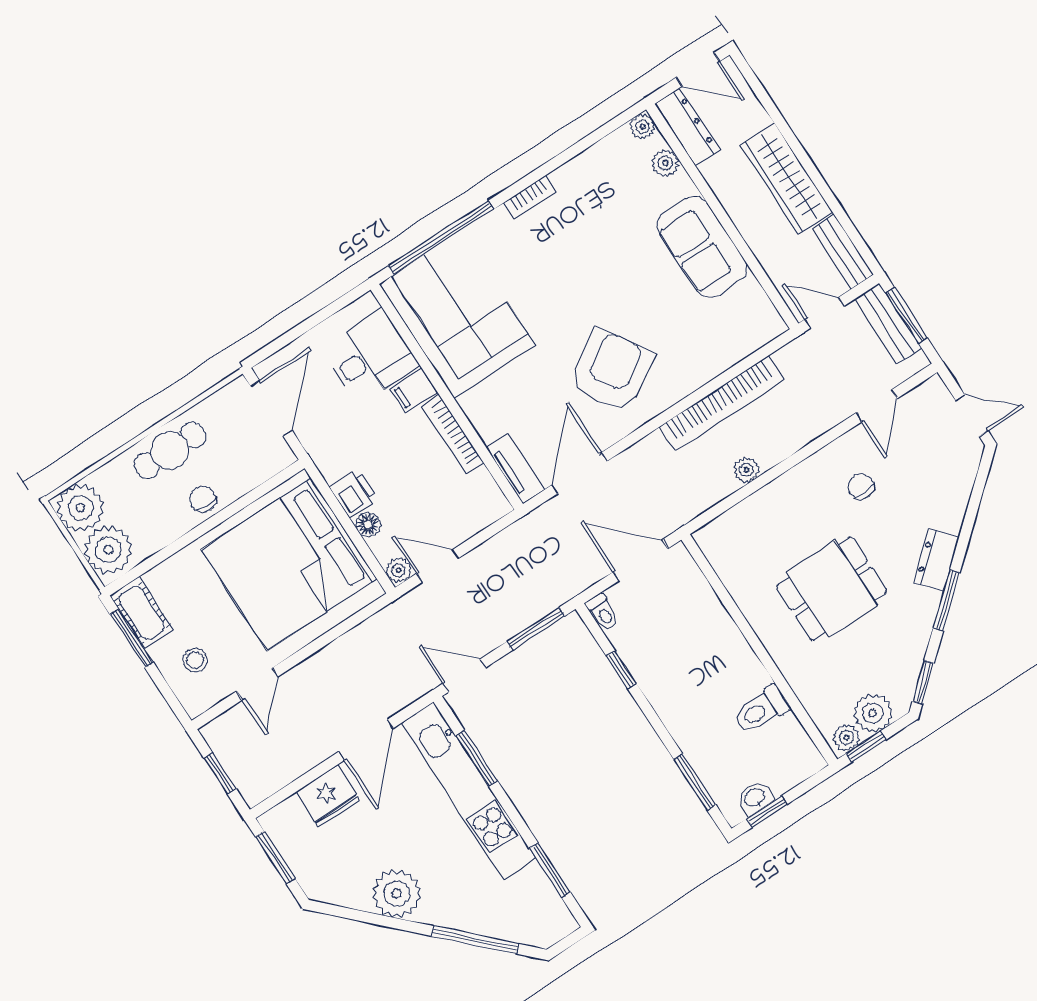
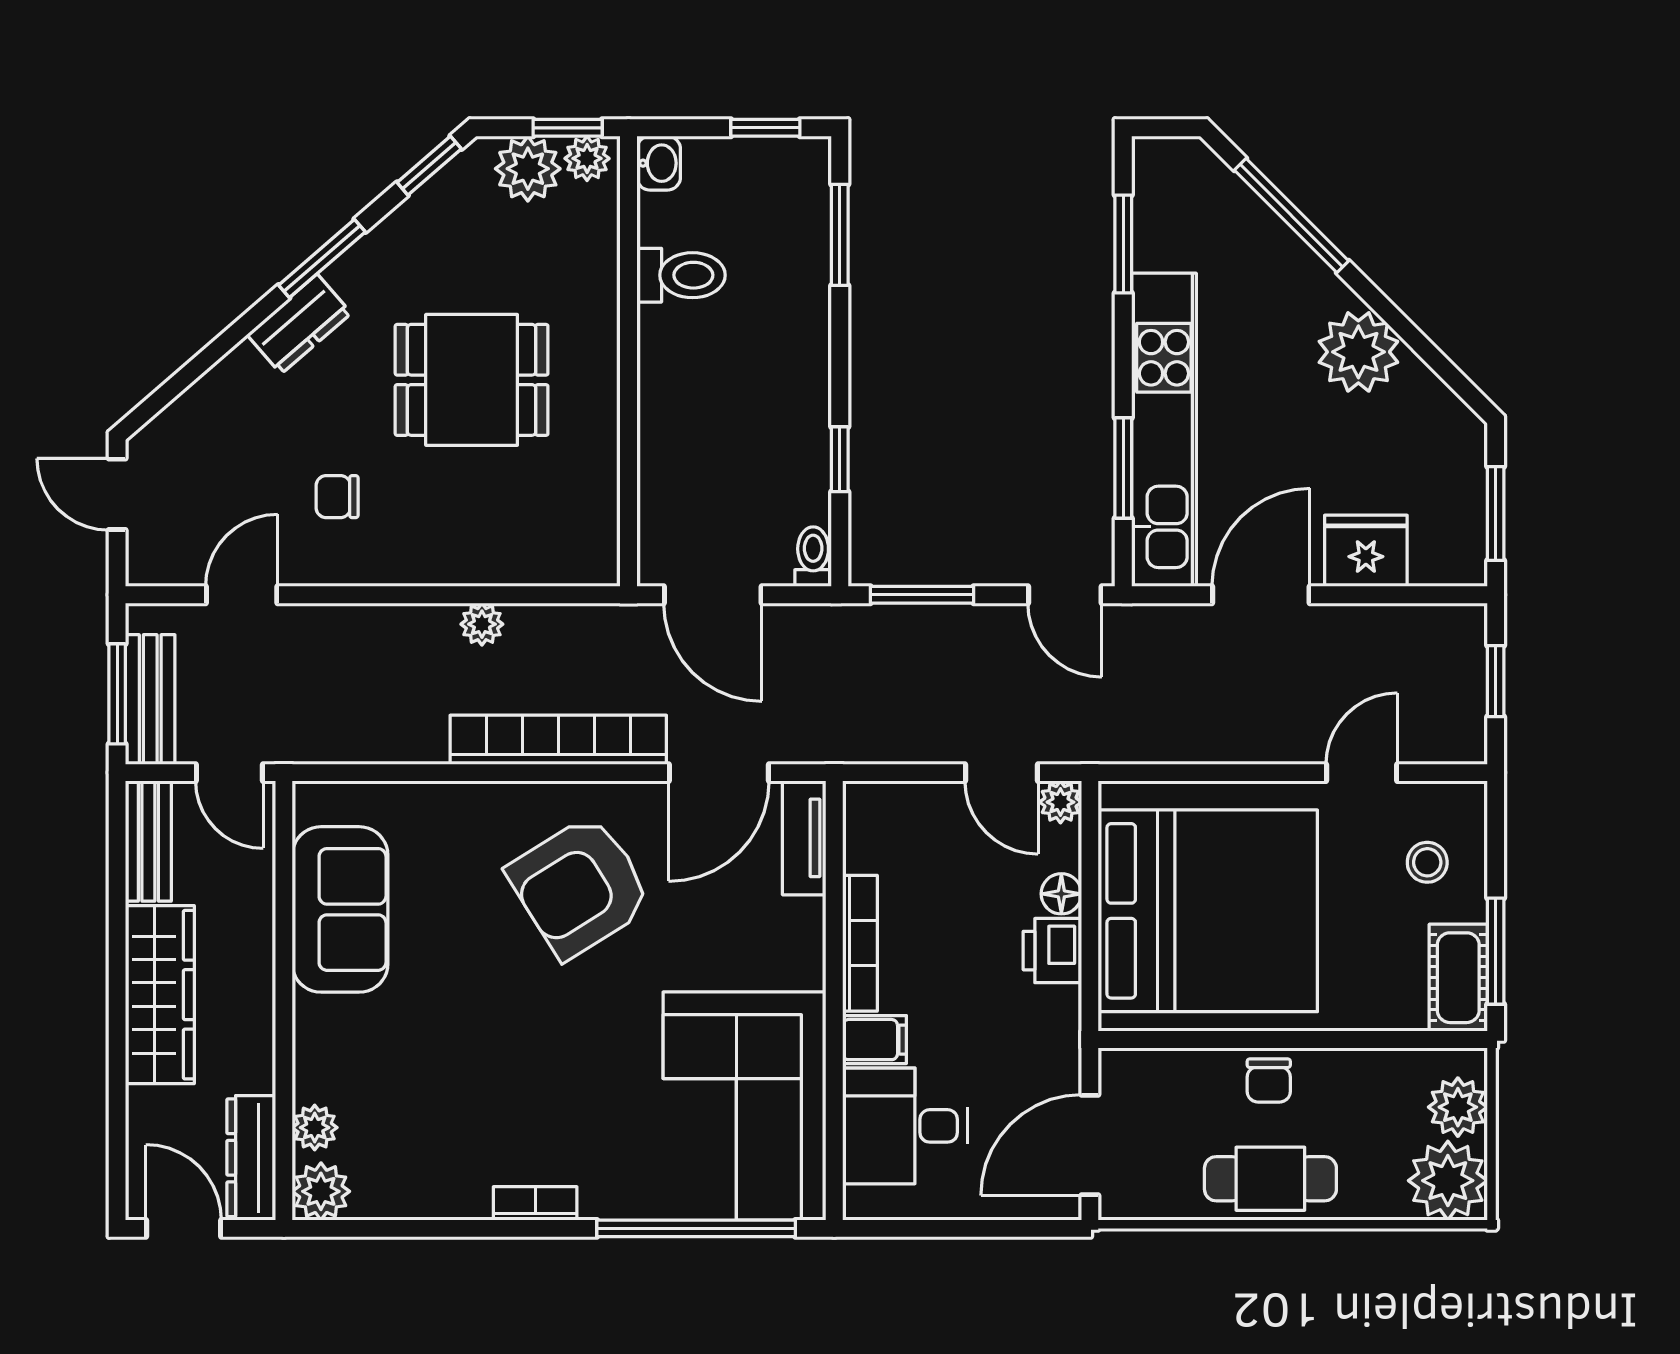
plant: (643, 127) -> (321, 1191), width x1.38, depth x1.38
sofa: (702, 247) -> (340, 909), moved
bookcase: (722, 403) -> (558, 740), moved
chair: (861, 486) -> (337, 497), turned 93
plant: (108, 550) -> (1458, 1107), width x0.73, depth x0.73
washbasin: (755, 798) -> (659, 163), moved, turned -90

